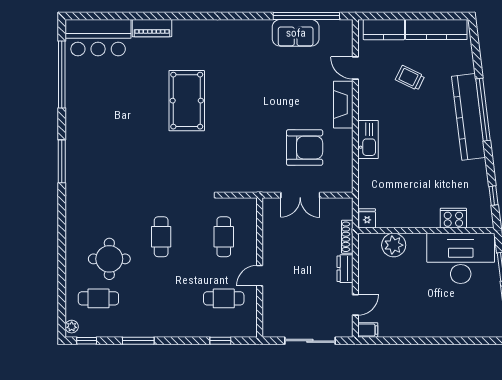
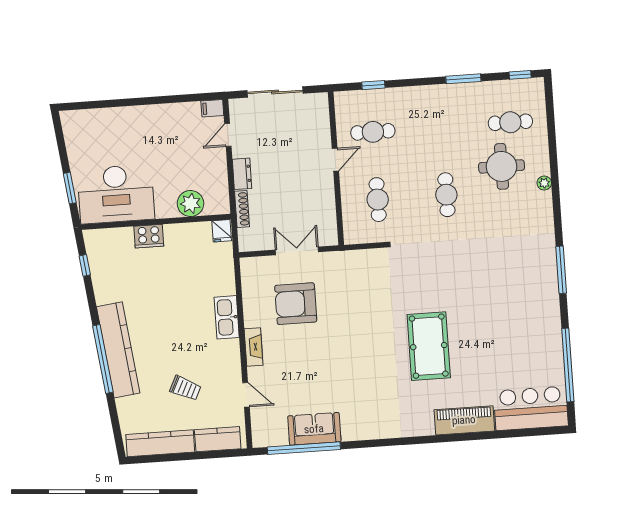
piano: (152, 28) -> (464, 420), width x1.37, depth x1.33
fireplace: (343, 105) -> (254, 347), width x0.73, depth x0.76
cooker: (453, 218) -> (149, 236), moved
plant: (72, 327) -> (544, 183), moved

